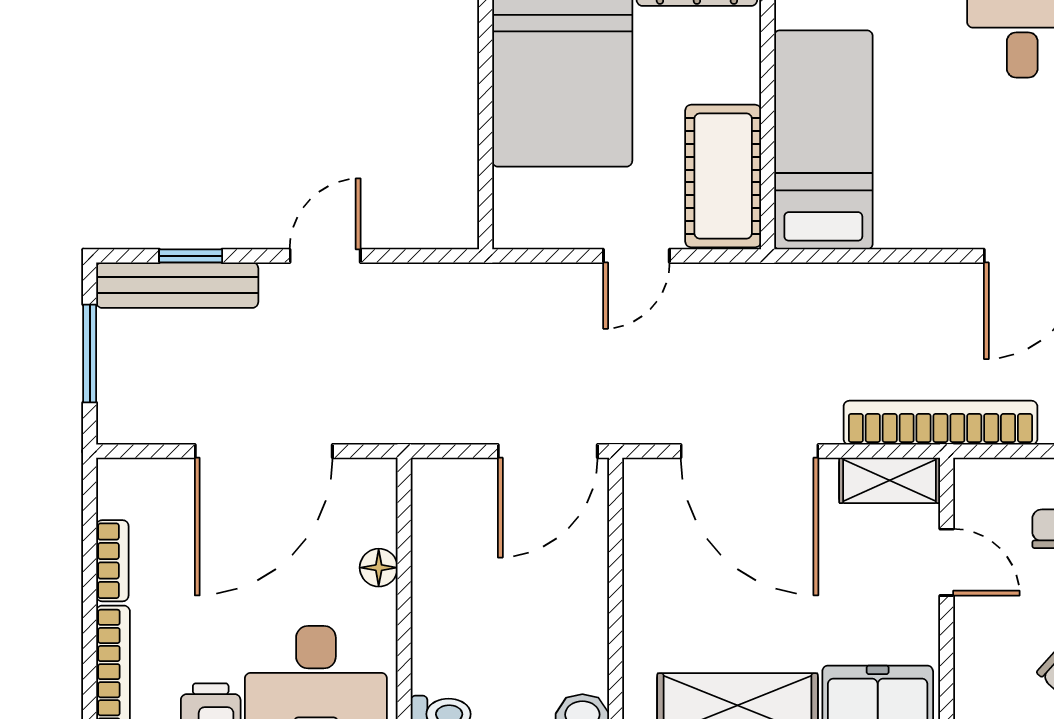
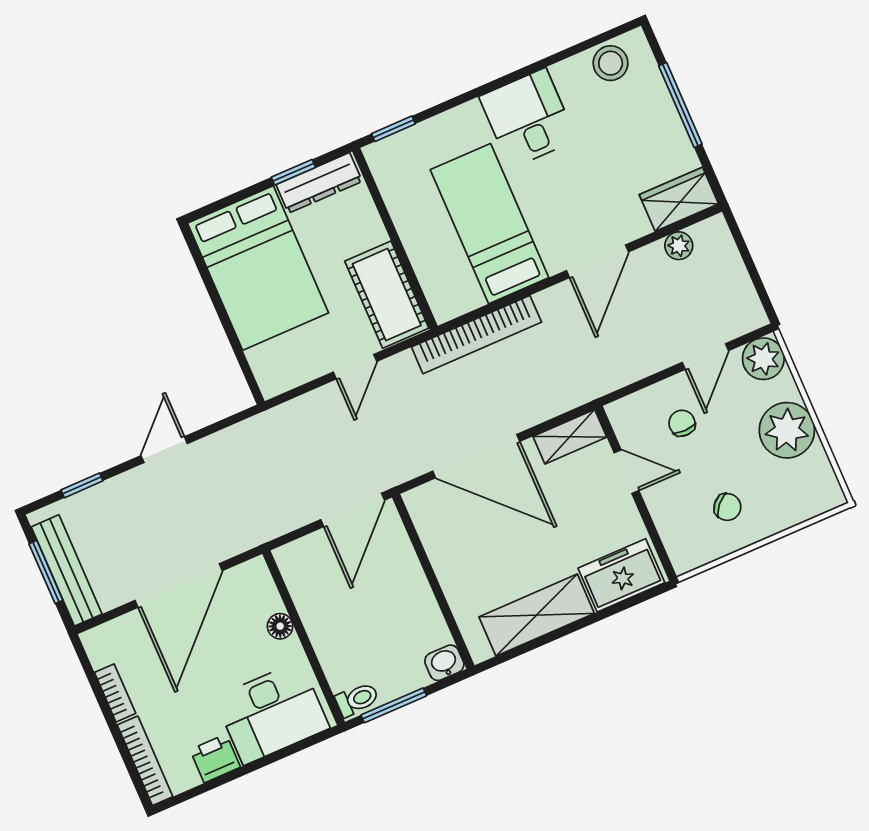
bed: (823, 140) -> (490, 224), moved
bench: (177, 285) -> (67, 570), moved, turned 90
bookcase: (940, 423) -> (476, 335), moved, turned 180

